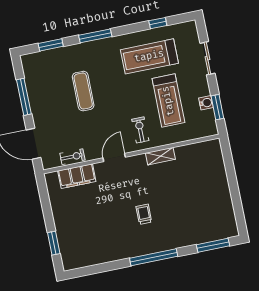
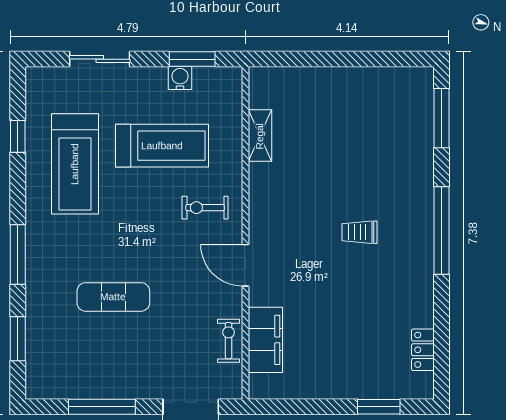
shelving: (160, 156) -> (260, 136), moved
locker: (89, 260) -> (423, 350), added

